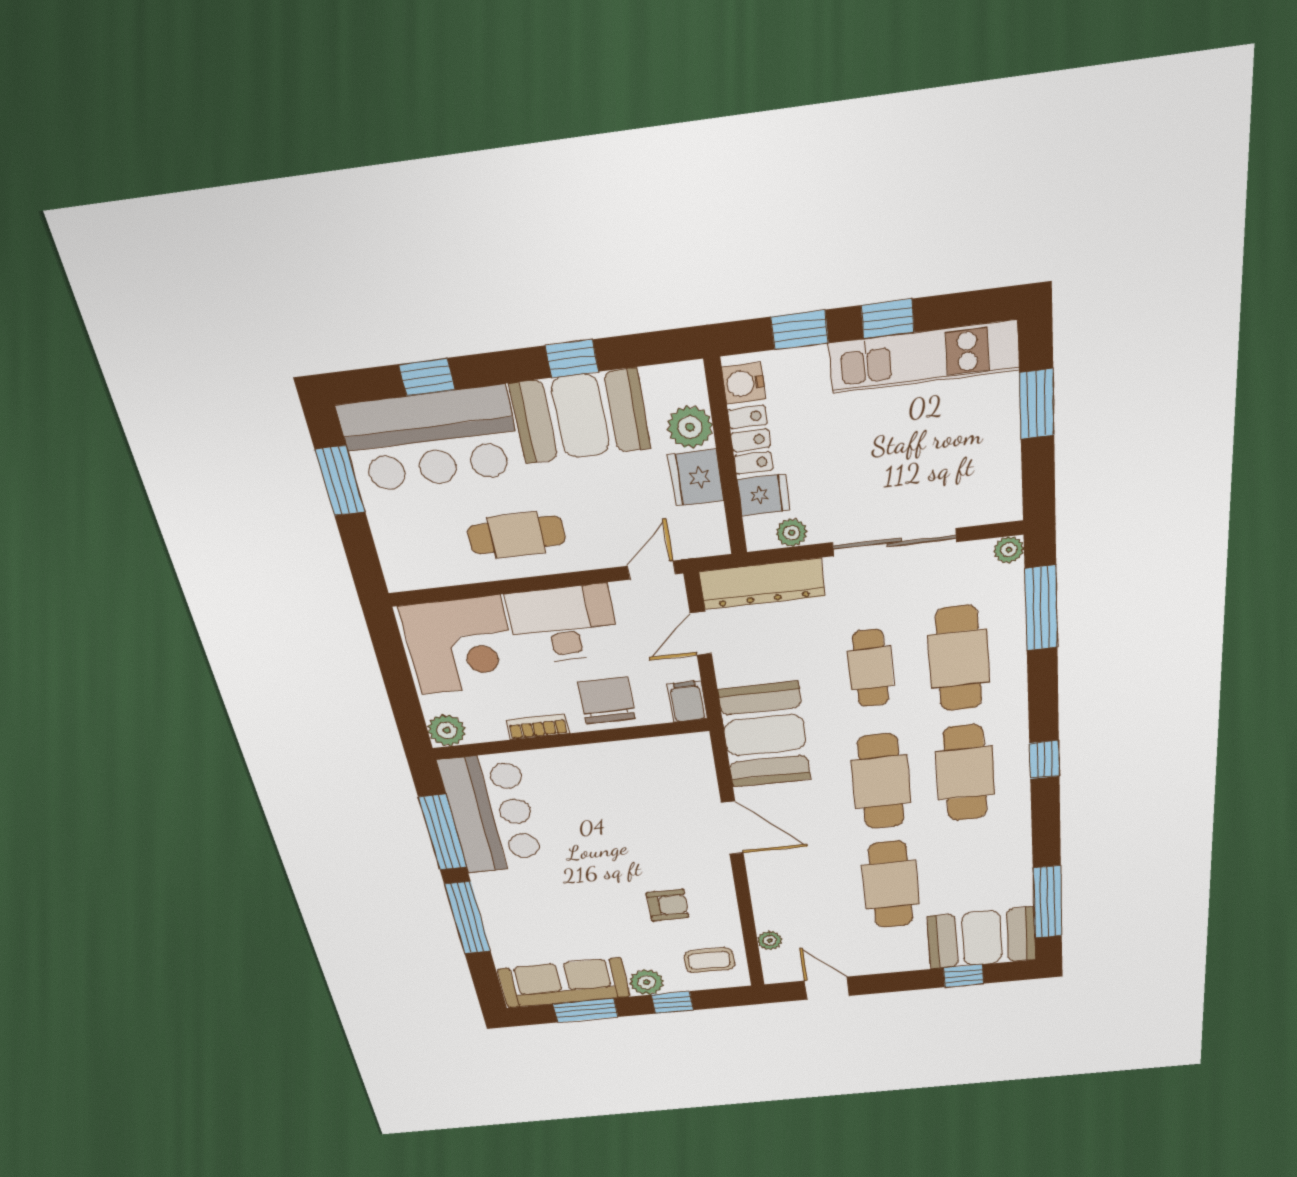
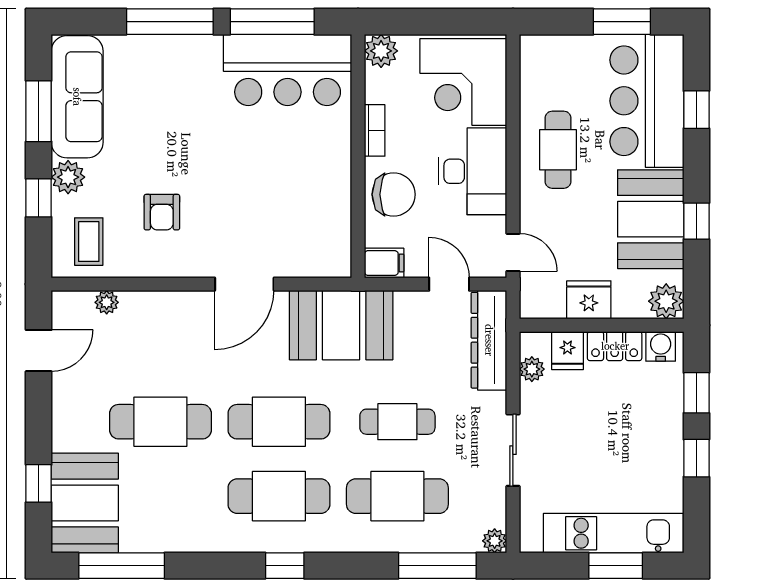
kitchen unit: (924, 357) -> (613, 533), moved, turned 90
plant: (690, 427) -> (666, 301), moved
sliding door: (894, 542) -> (513, 450), width x0.73

